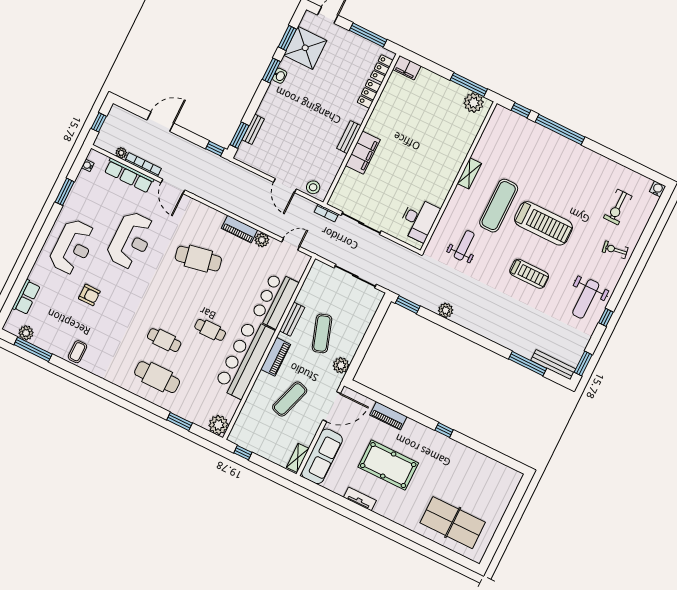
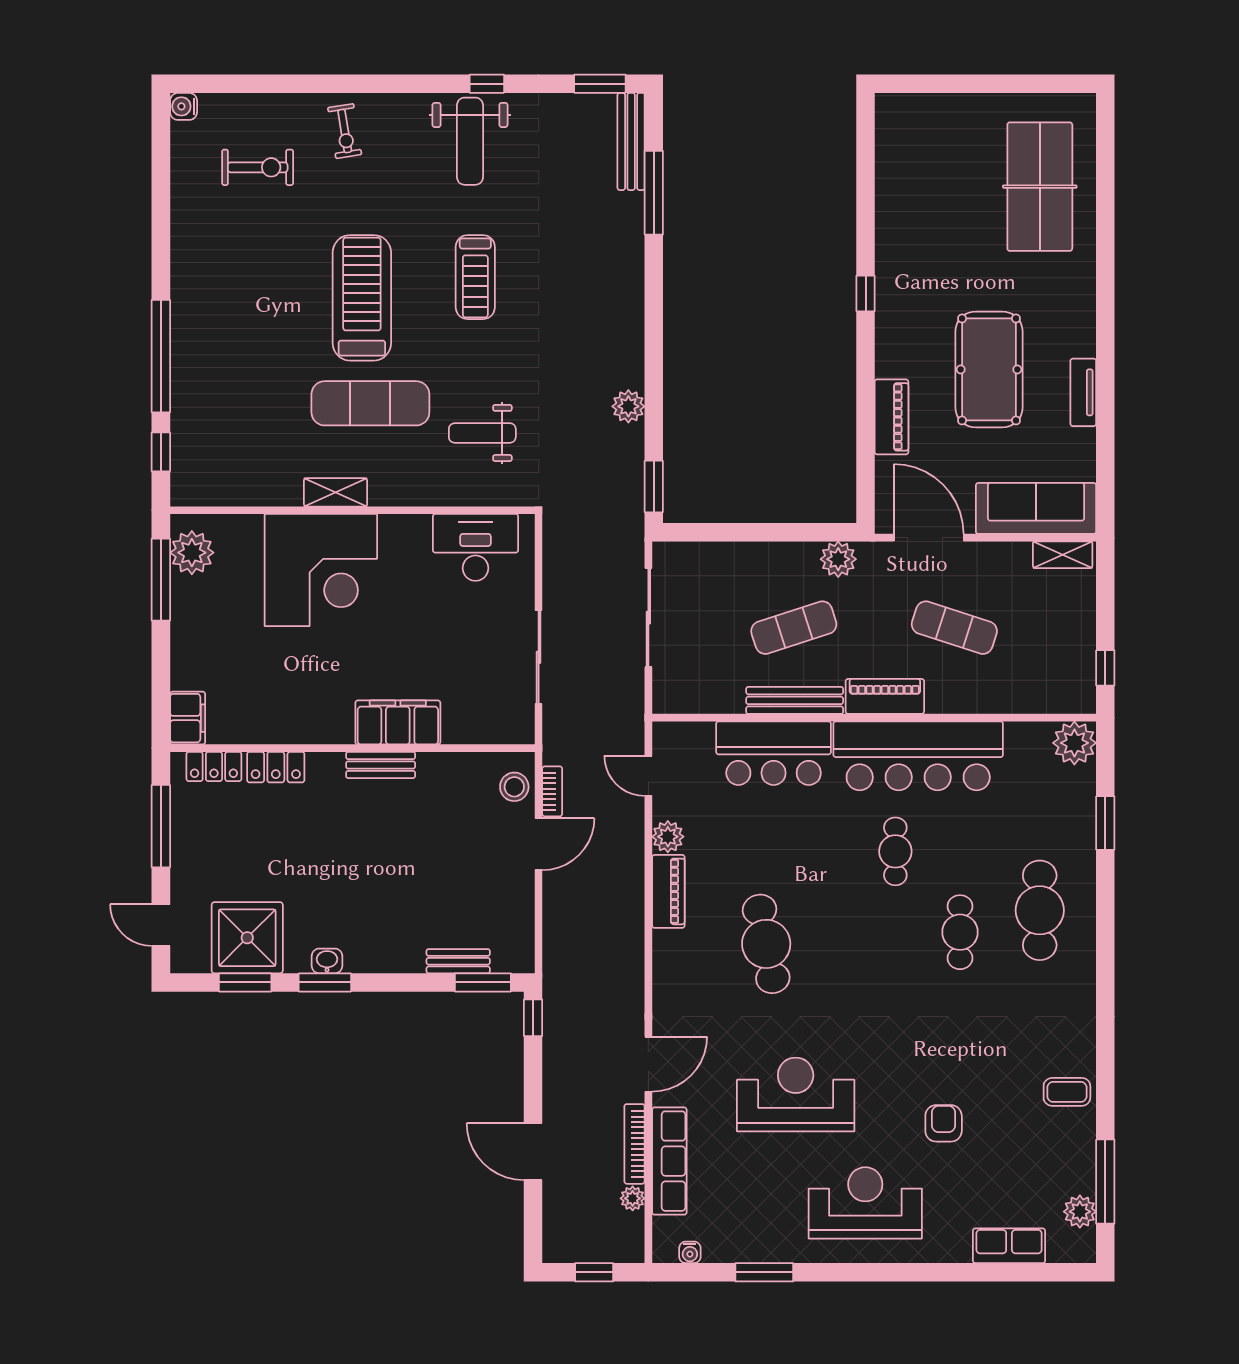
corner desk: (441, 152) -> (321, 570), added
bookcase: (326, 213) -> (552, 791), moved
treadmill: (529, 274) -> (475, 277), turned 180
weight bench: (586, 299) -> (470, 141), turned 90
bench: (292, 319) -> (795, 700), width x1.36

